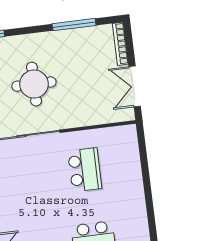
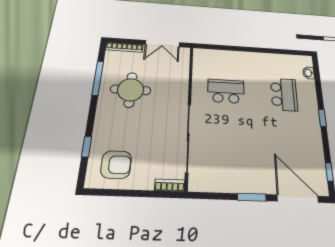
round table: (34, 84) -> (131, 90), moved

